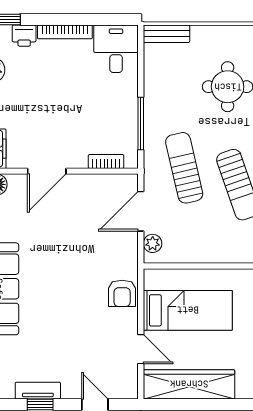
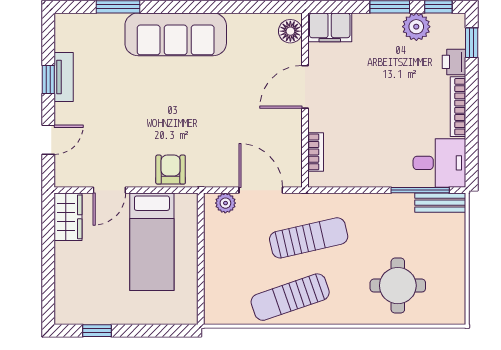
bench: (166, 34) -> (440, 203), moved, turned 90
window: (141, 123) -> (420, 190), moved
door: (47, 171) -> (305, 87), hinge flipped
armchair: (122, 293) -> (171, 170), turned 90
wardrobe: (189, 384) -> (68, 217), width x0.48, depth x0.85

